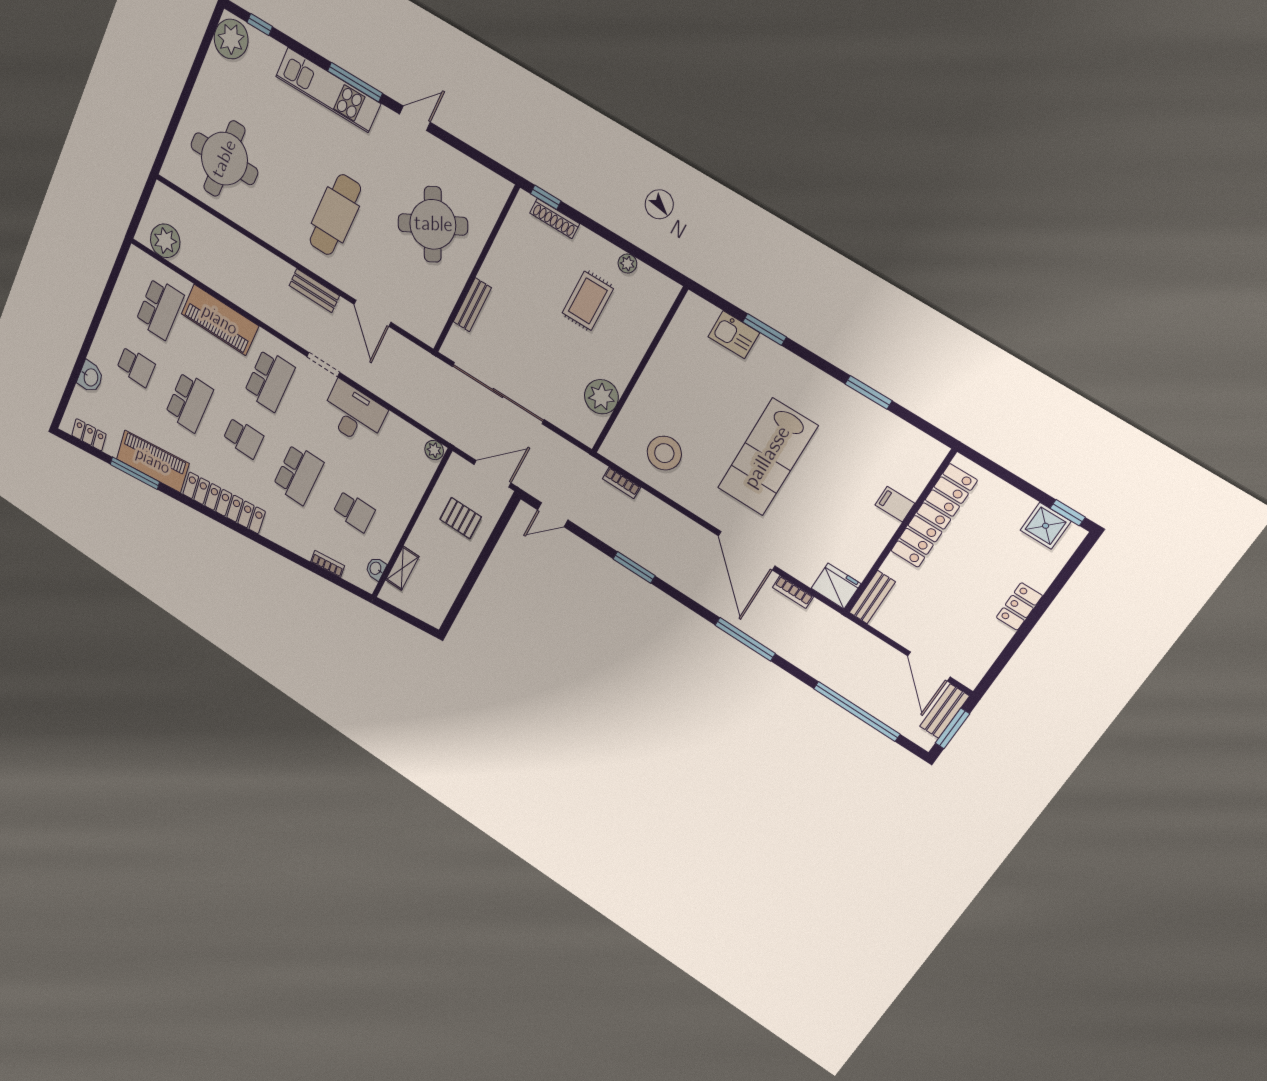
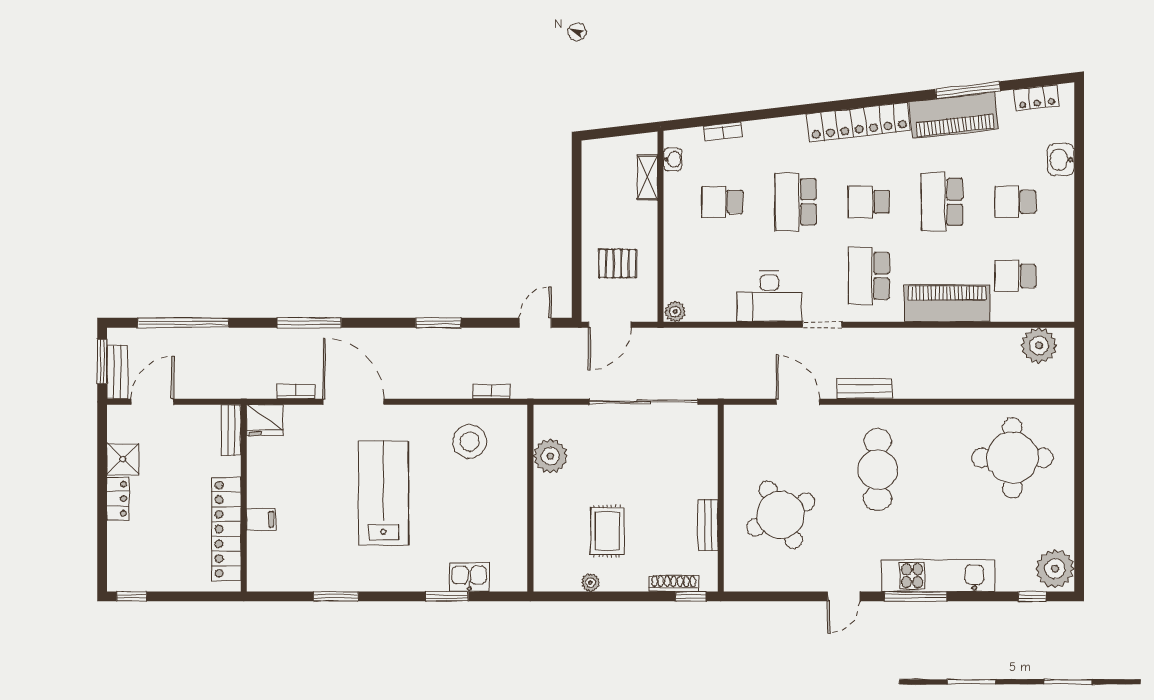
bench: (472, 305) -> (708, 525), moved
school desk: (160, 309) -> (1015, 276), width x0.54
shower: (1046, 526) -> (123, 459), moved
door: (929, 666) -> (152, 402), hinge flipped

